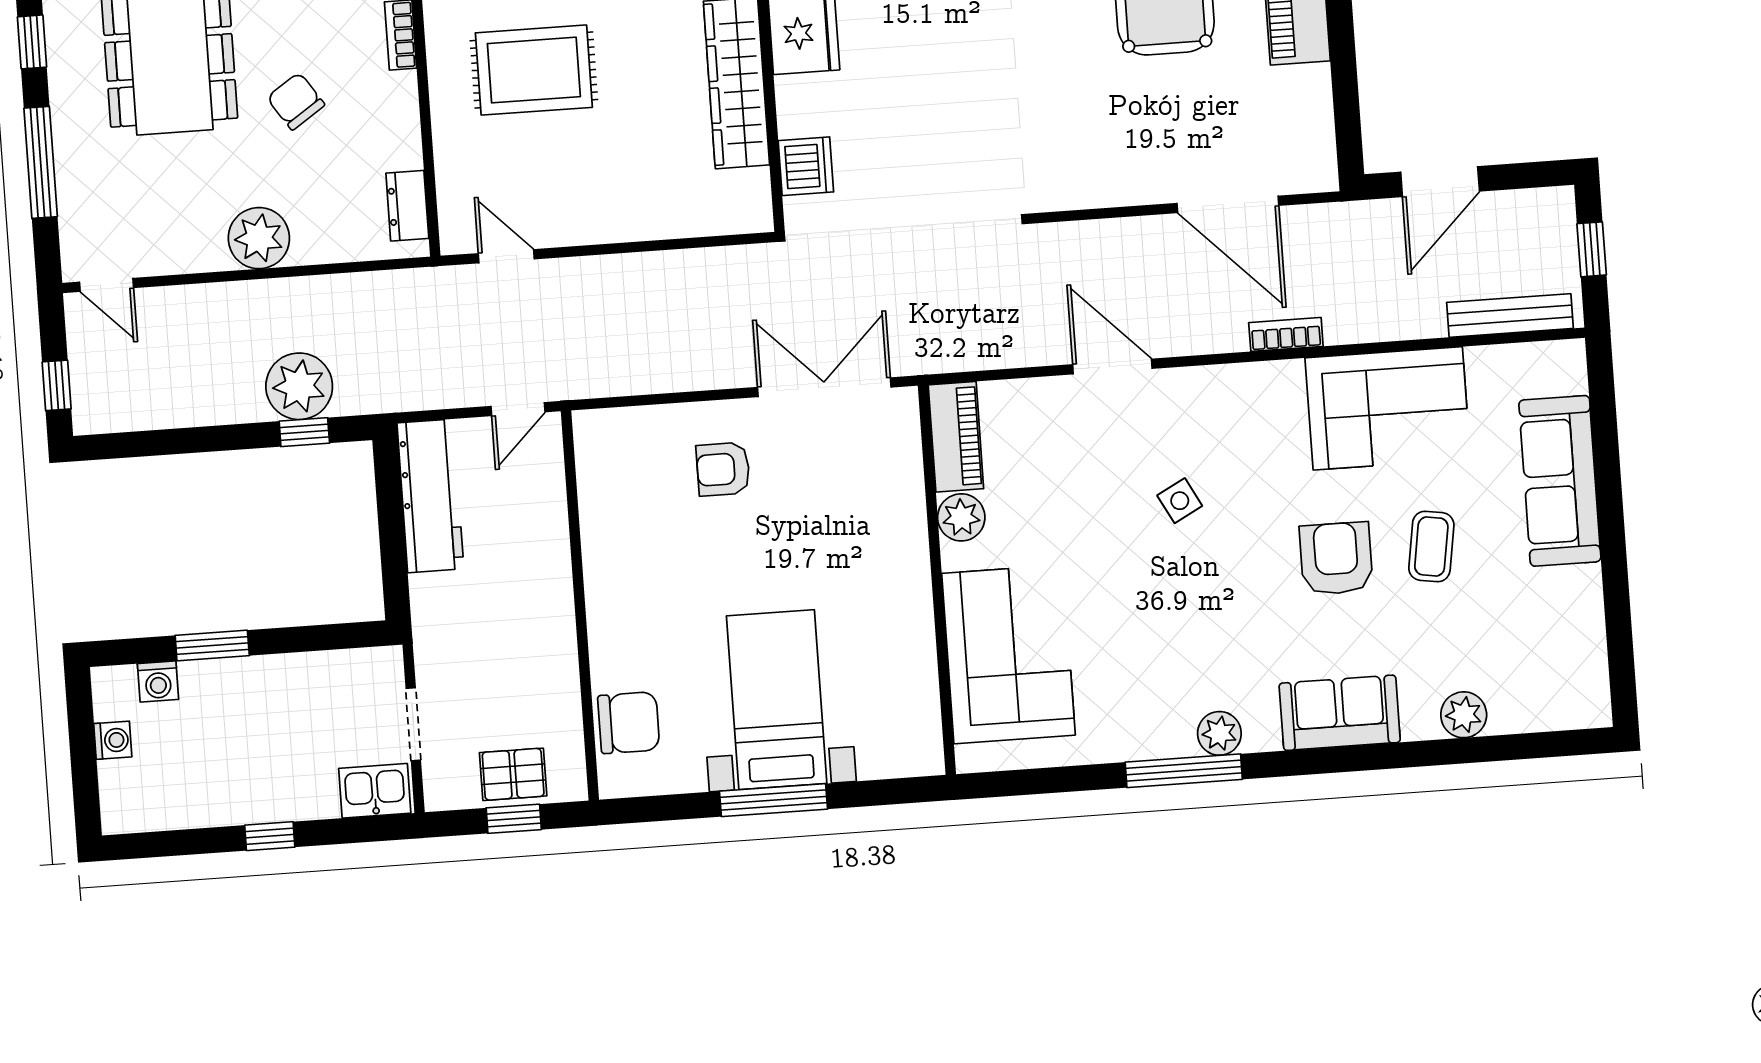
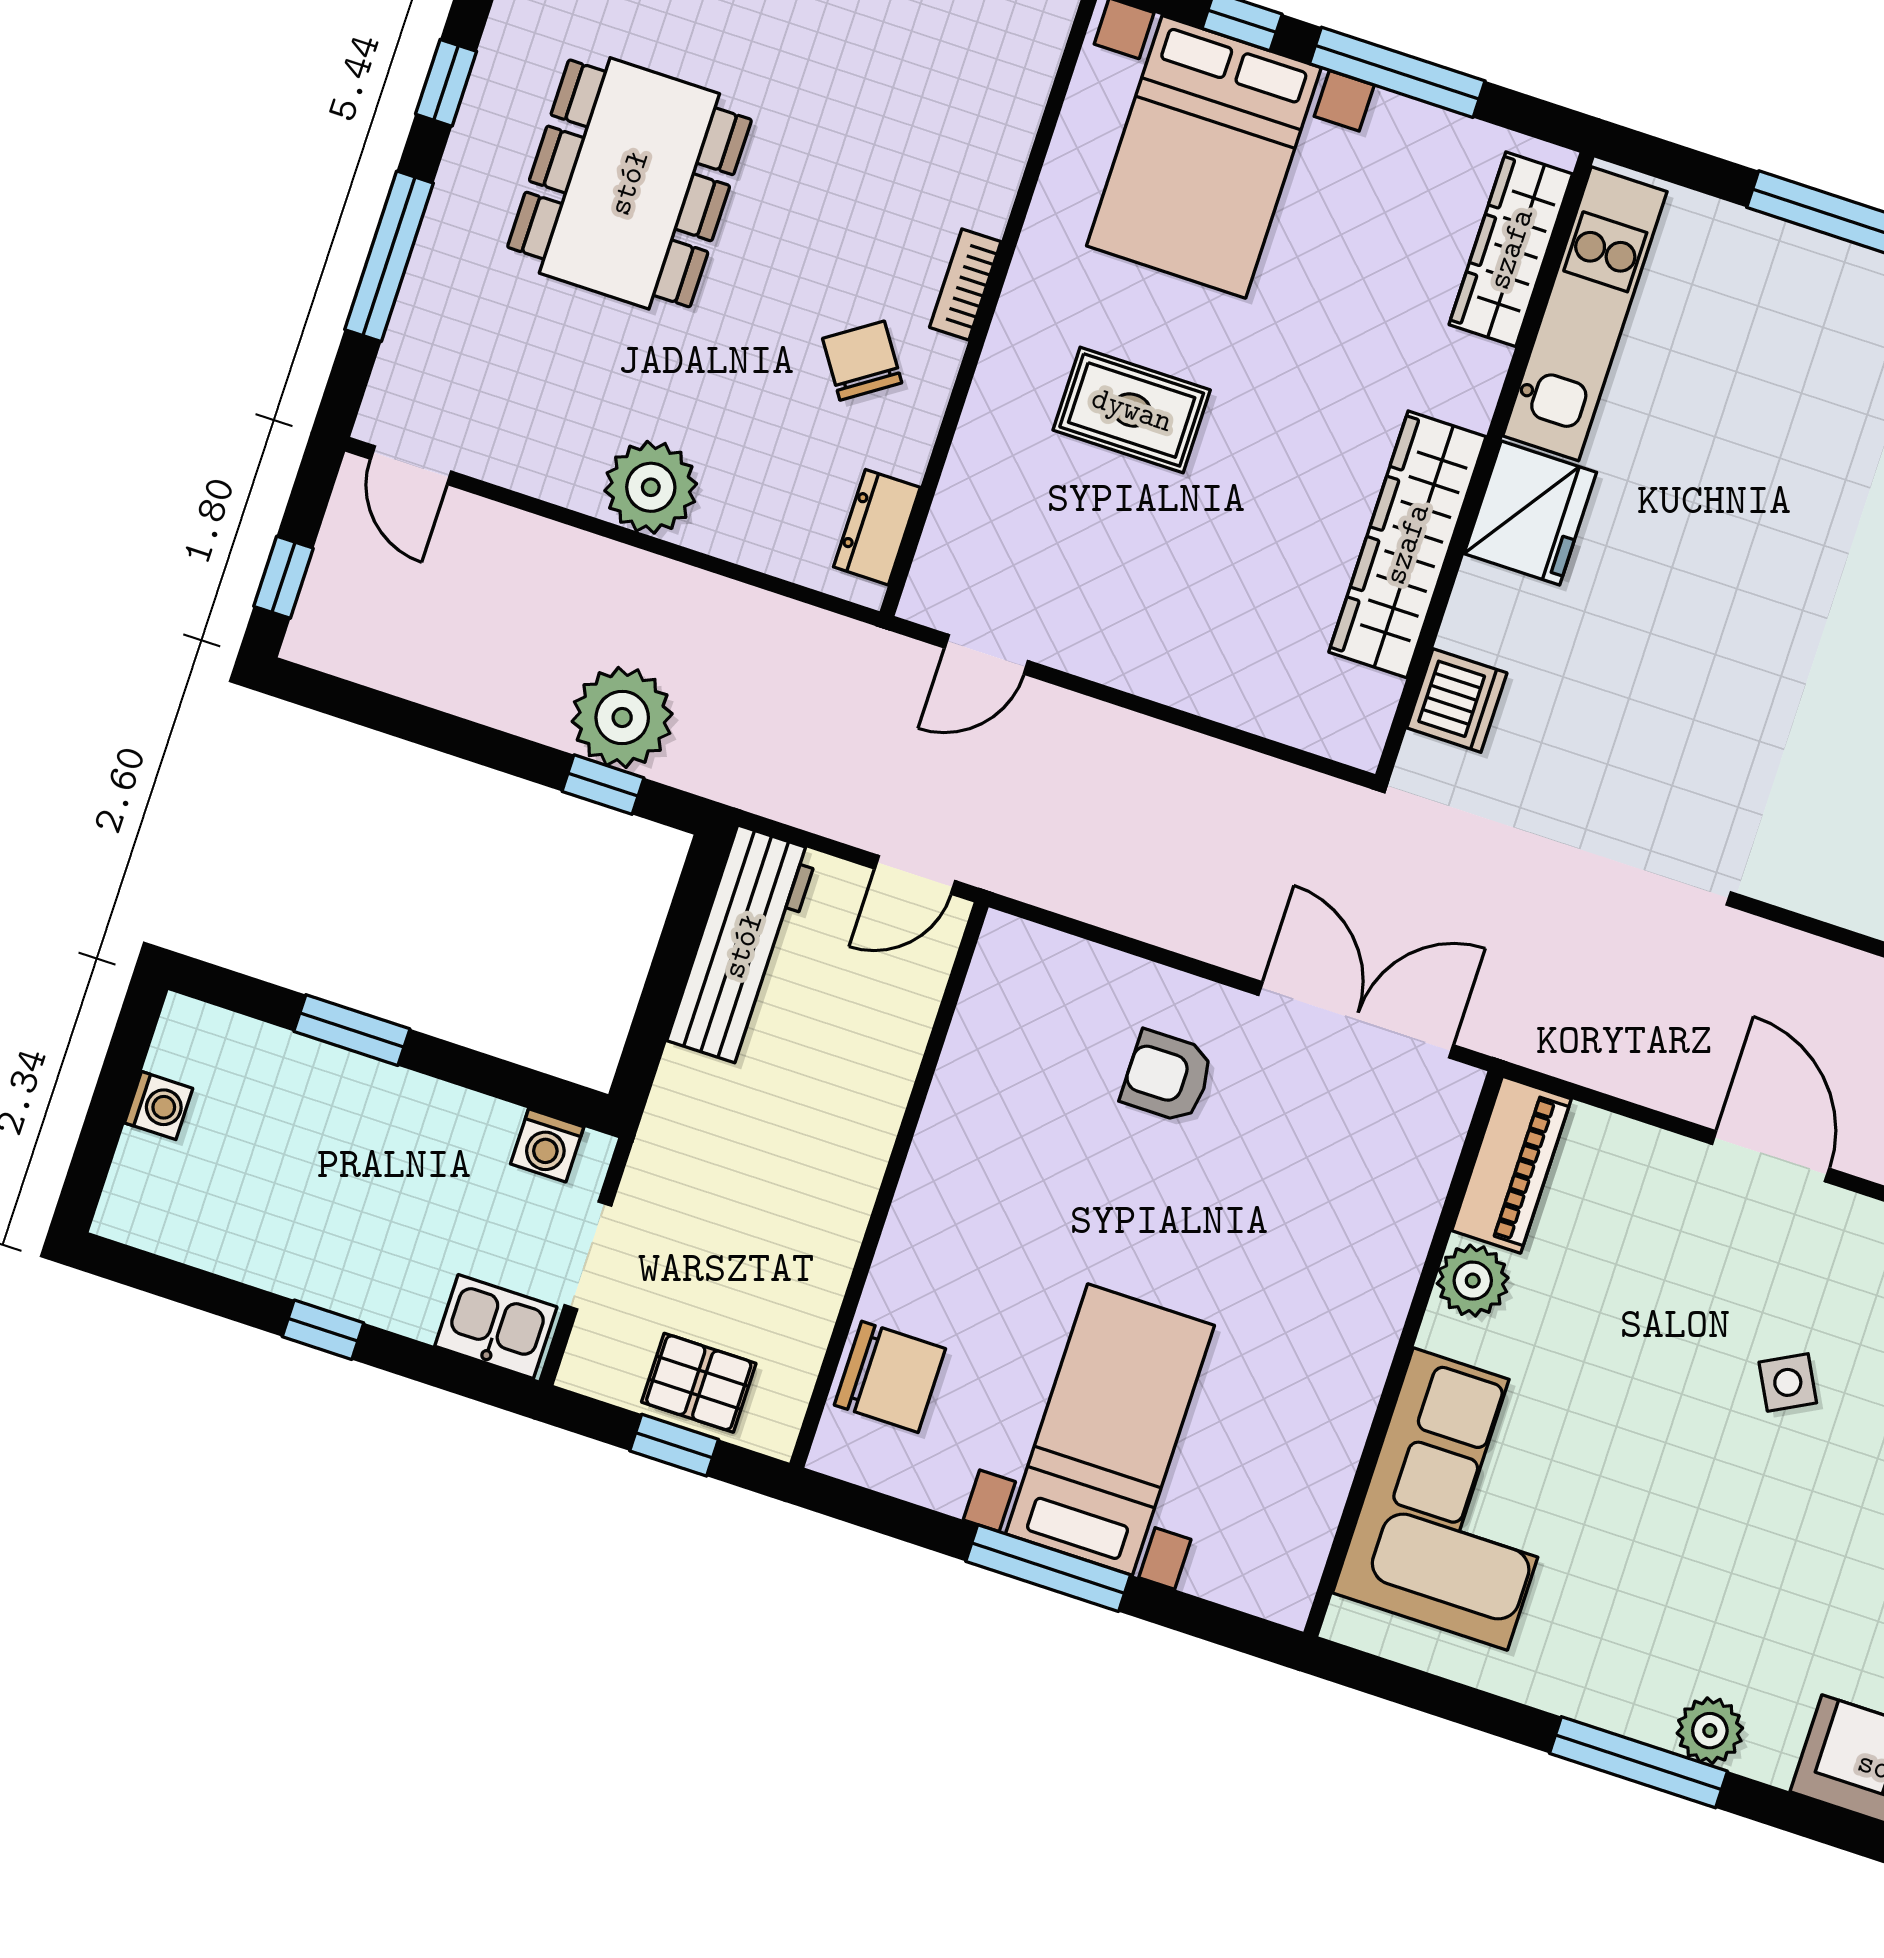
rug: (534, 70) -> (1132, 410), width x0.73, depth x0.70
chair: (296, 101) -> (862, 361), moved
door: (506, 256) -> (986, 654), swing flipped
washing machine: (158, 682) -> (547, 1145), moved

